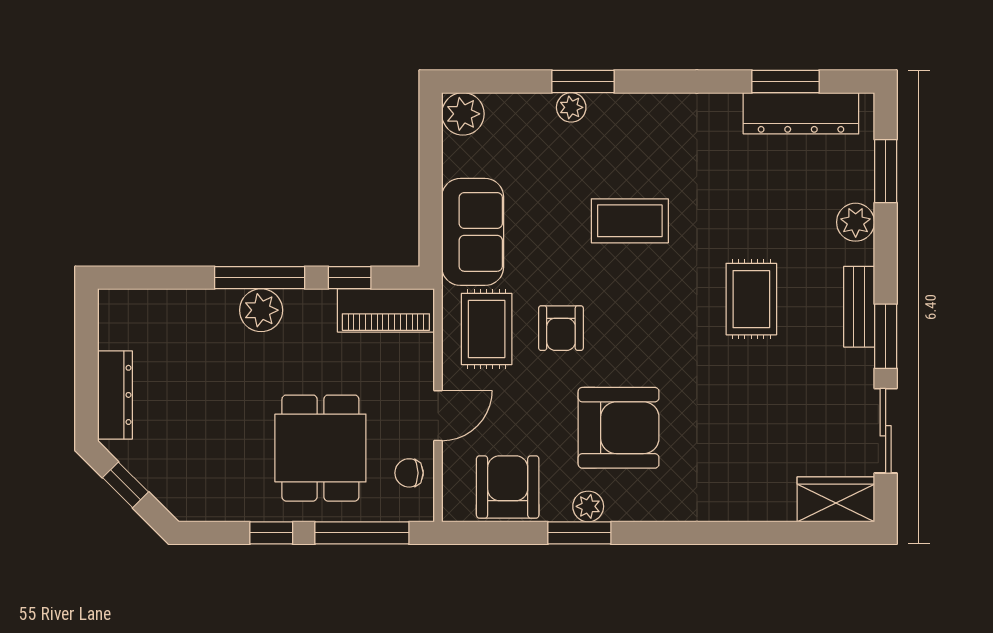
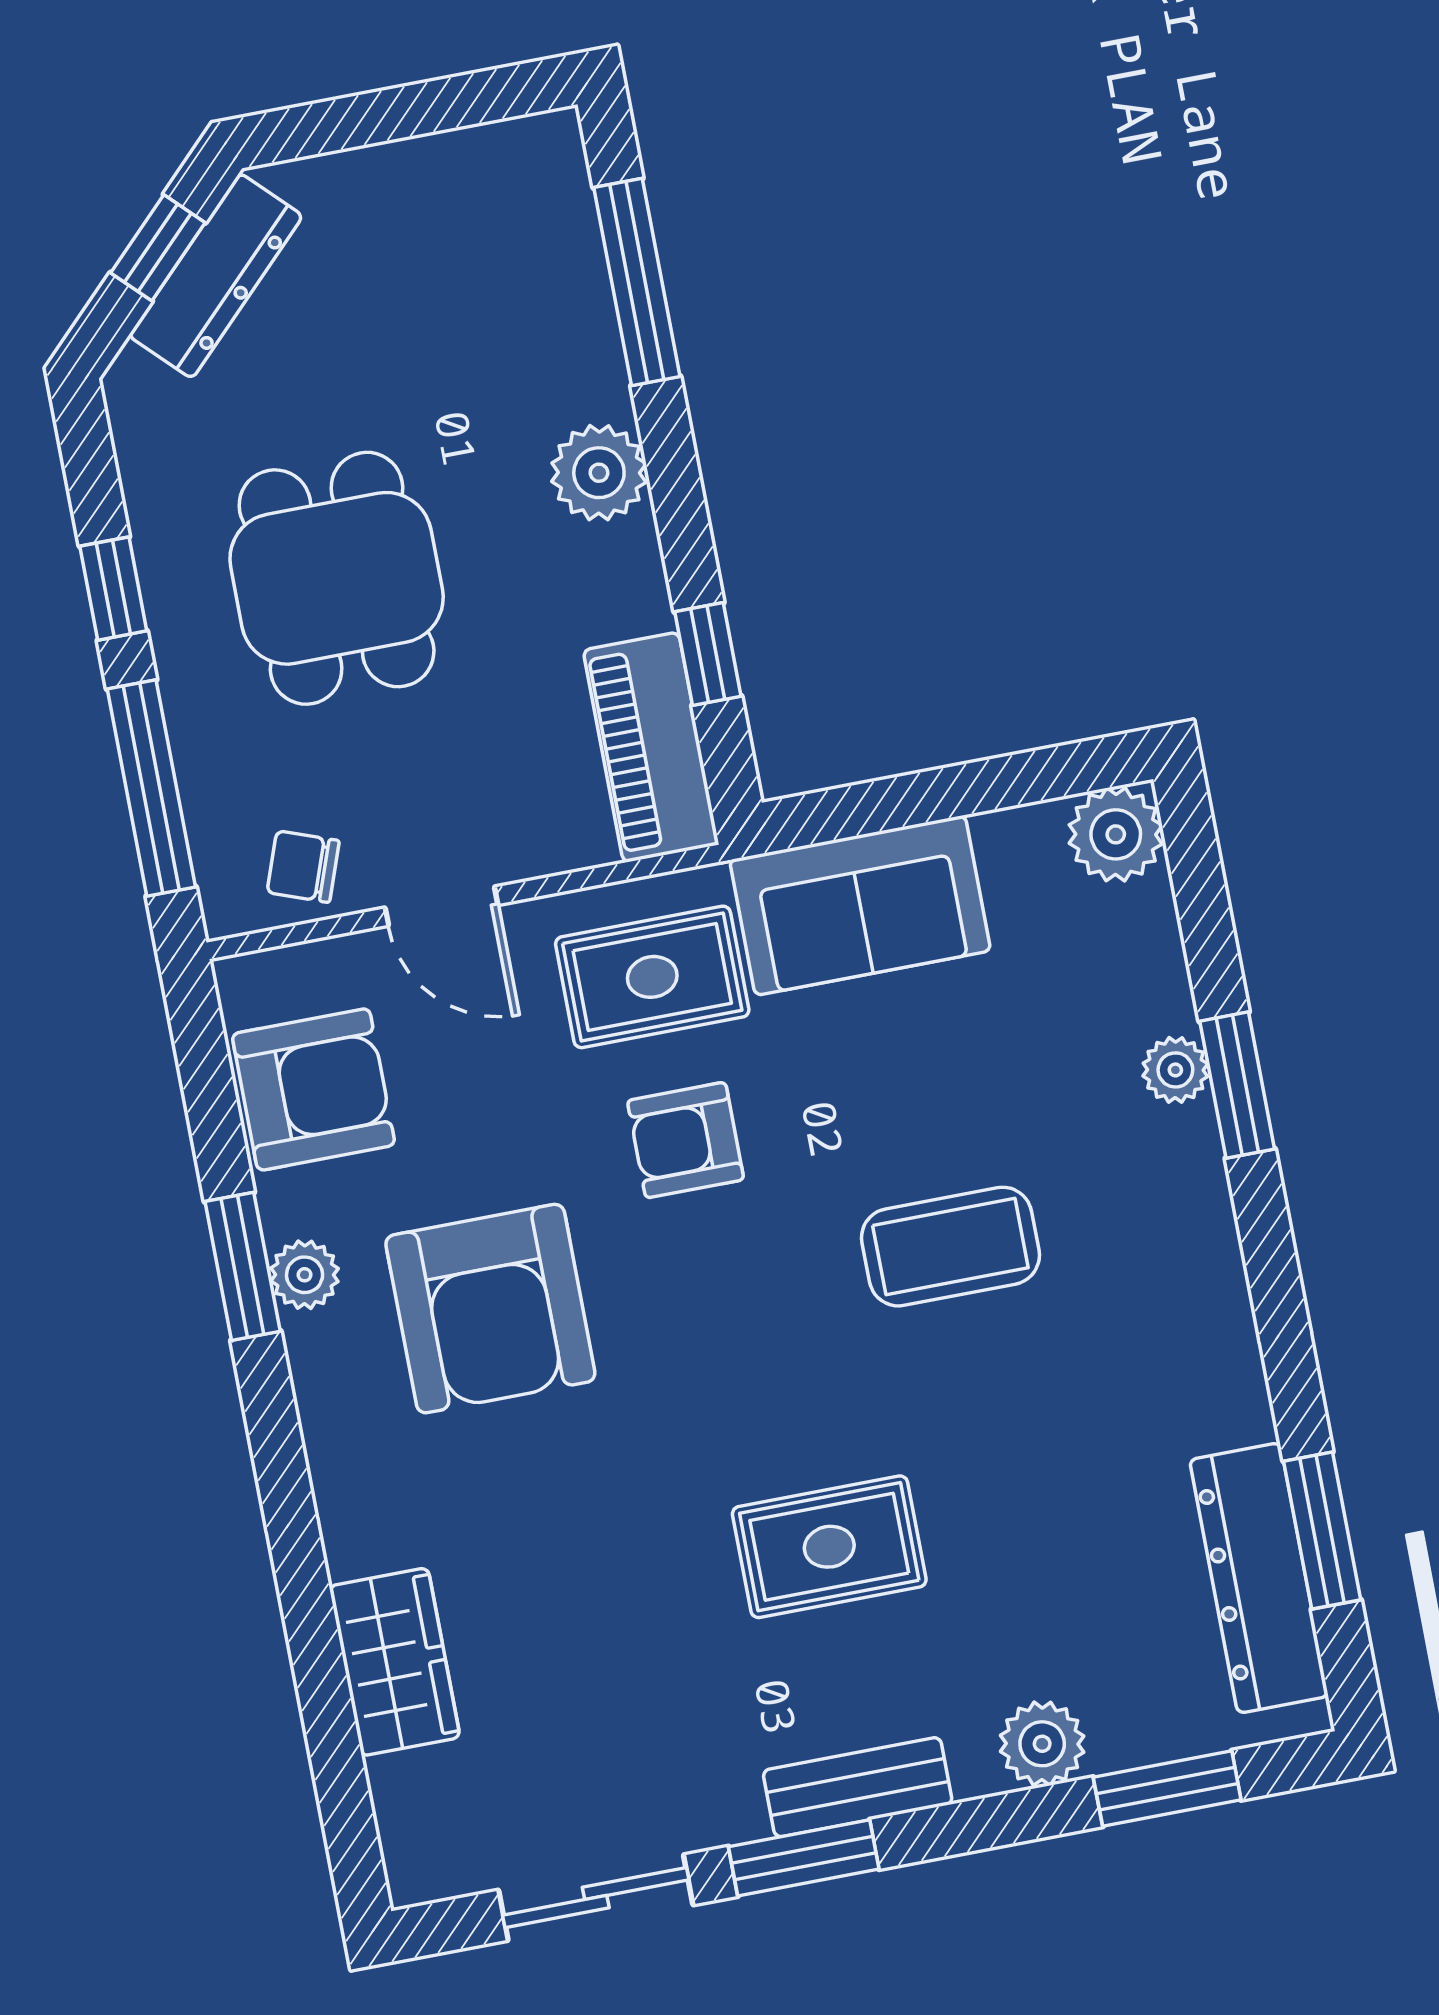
coffee table: (630, 221) -> (950, 1247), turned 90
window: (260, 278) -> (637, 282), moved
dresser: (115, 395) -> (216, 276), moved, turned -45
dining table: (320, 448) -> (337, 578), moved, turned 90
chair: (409, 473) -> (303, 867), turned -70
wardrobe: (836, 499) -> (395, 1662), moved

